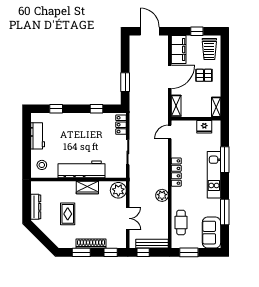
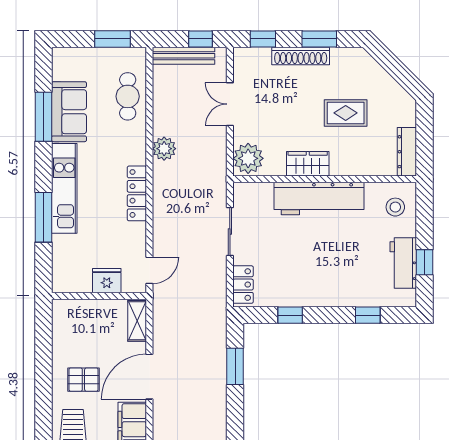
shelving: (216, 107) -> (60, 318), removed
fridge: (204, 127) -> (107, 281), moved
window: (27, 136) -> (425, 262), added
dresser: (36, 207) -> (407, 152), moved
rug: (68, 214) -> (346, 113), turned 90
sofa: (212, 233) -> (69, 112), moved

